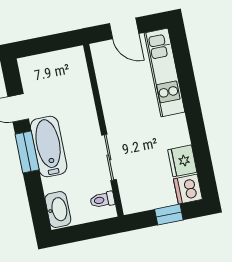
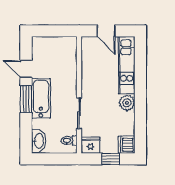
plant: (176, 128) -> (127, 103), added
fridge: (182, 161) -> (91, 145), moved, turned 90

